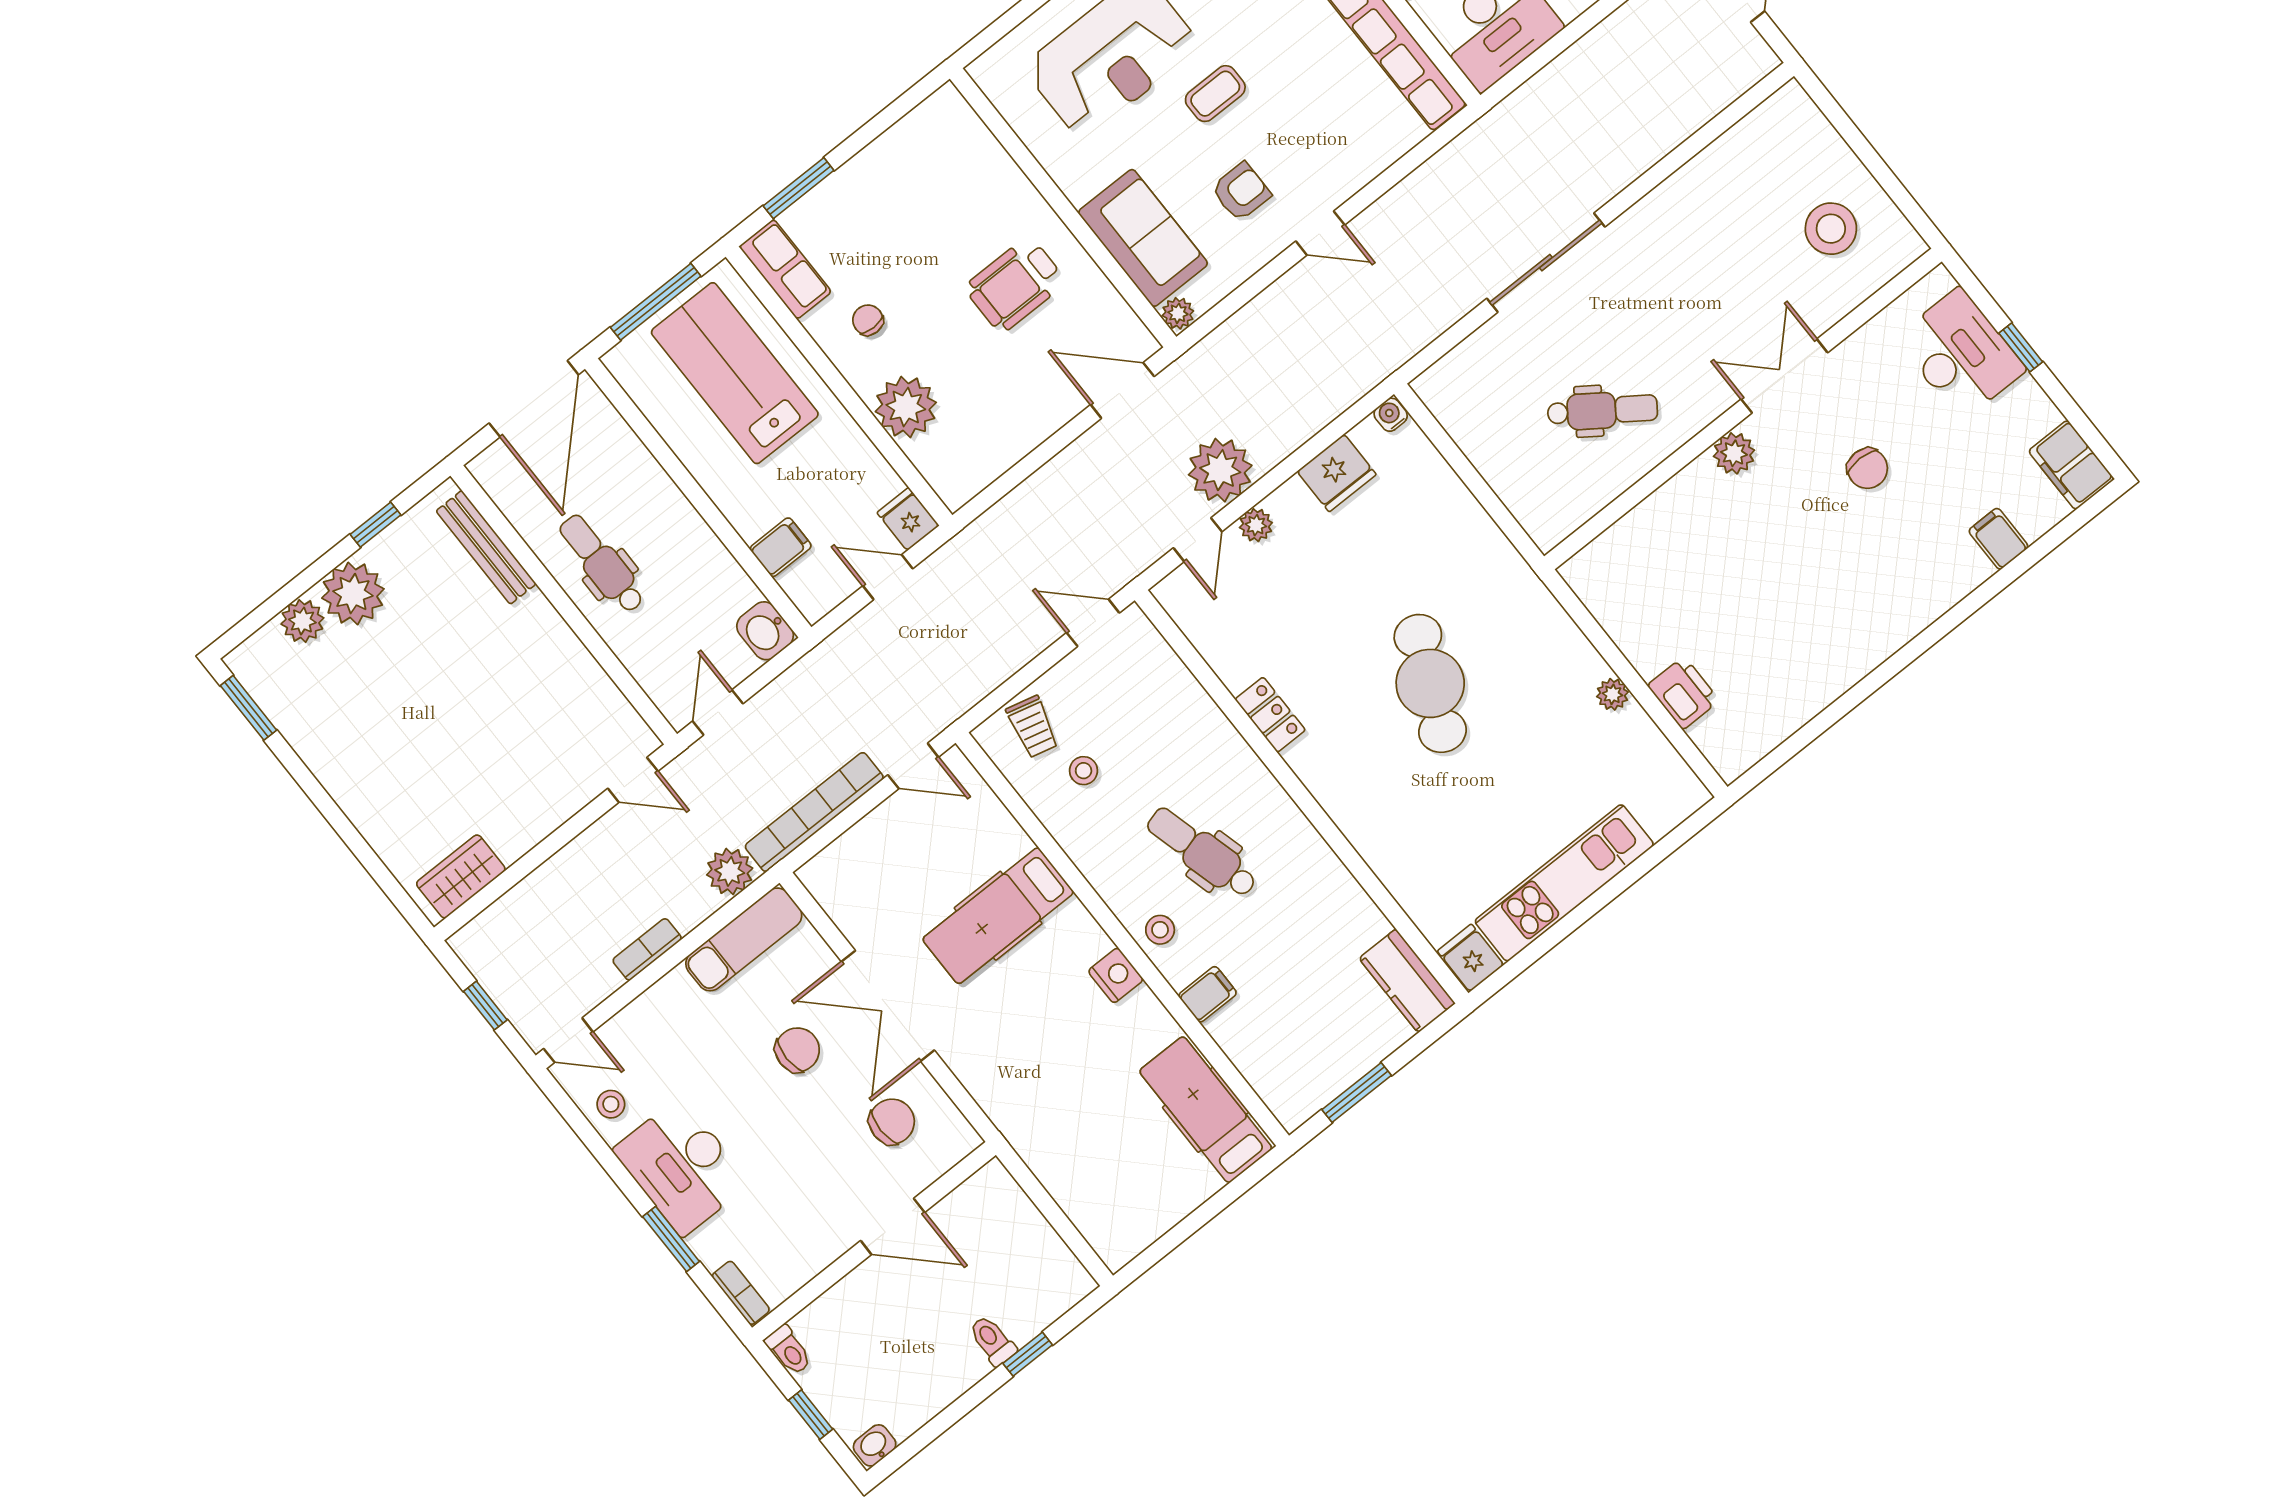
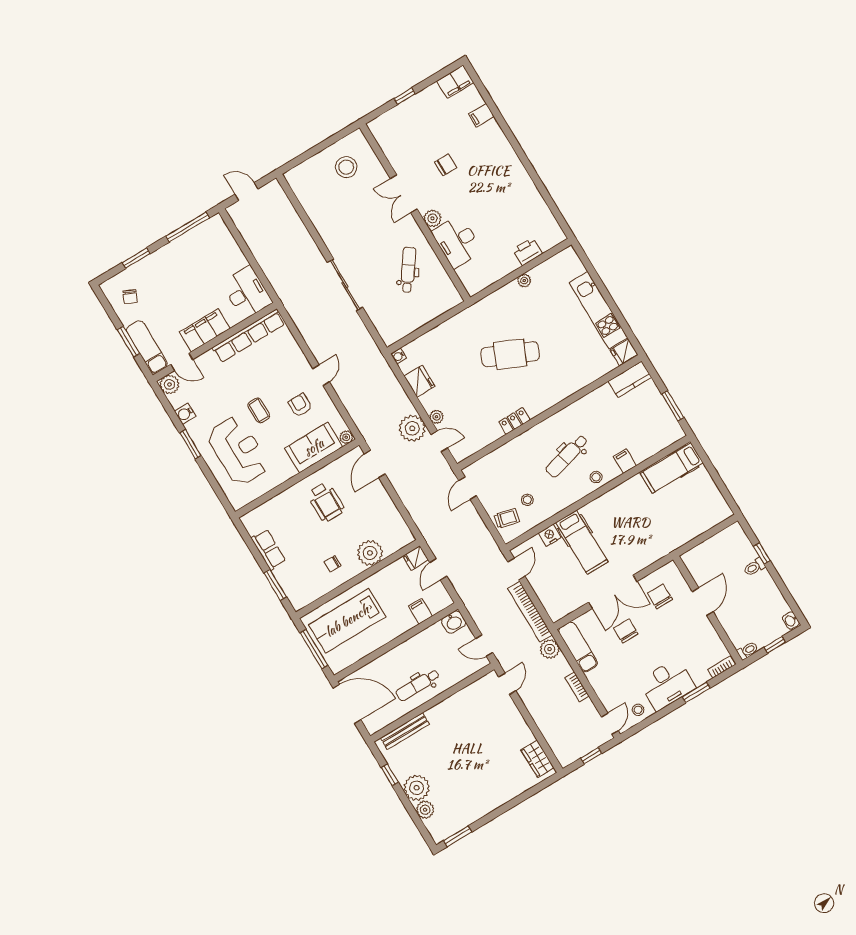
row of seats: (785, 269) -> (269, 550), moved, turned 90
desk: (1961, 354) -> (457, 241), moved, turned -90
nightstand: (1116, 975) -> (550, 535), moved

